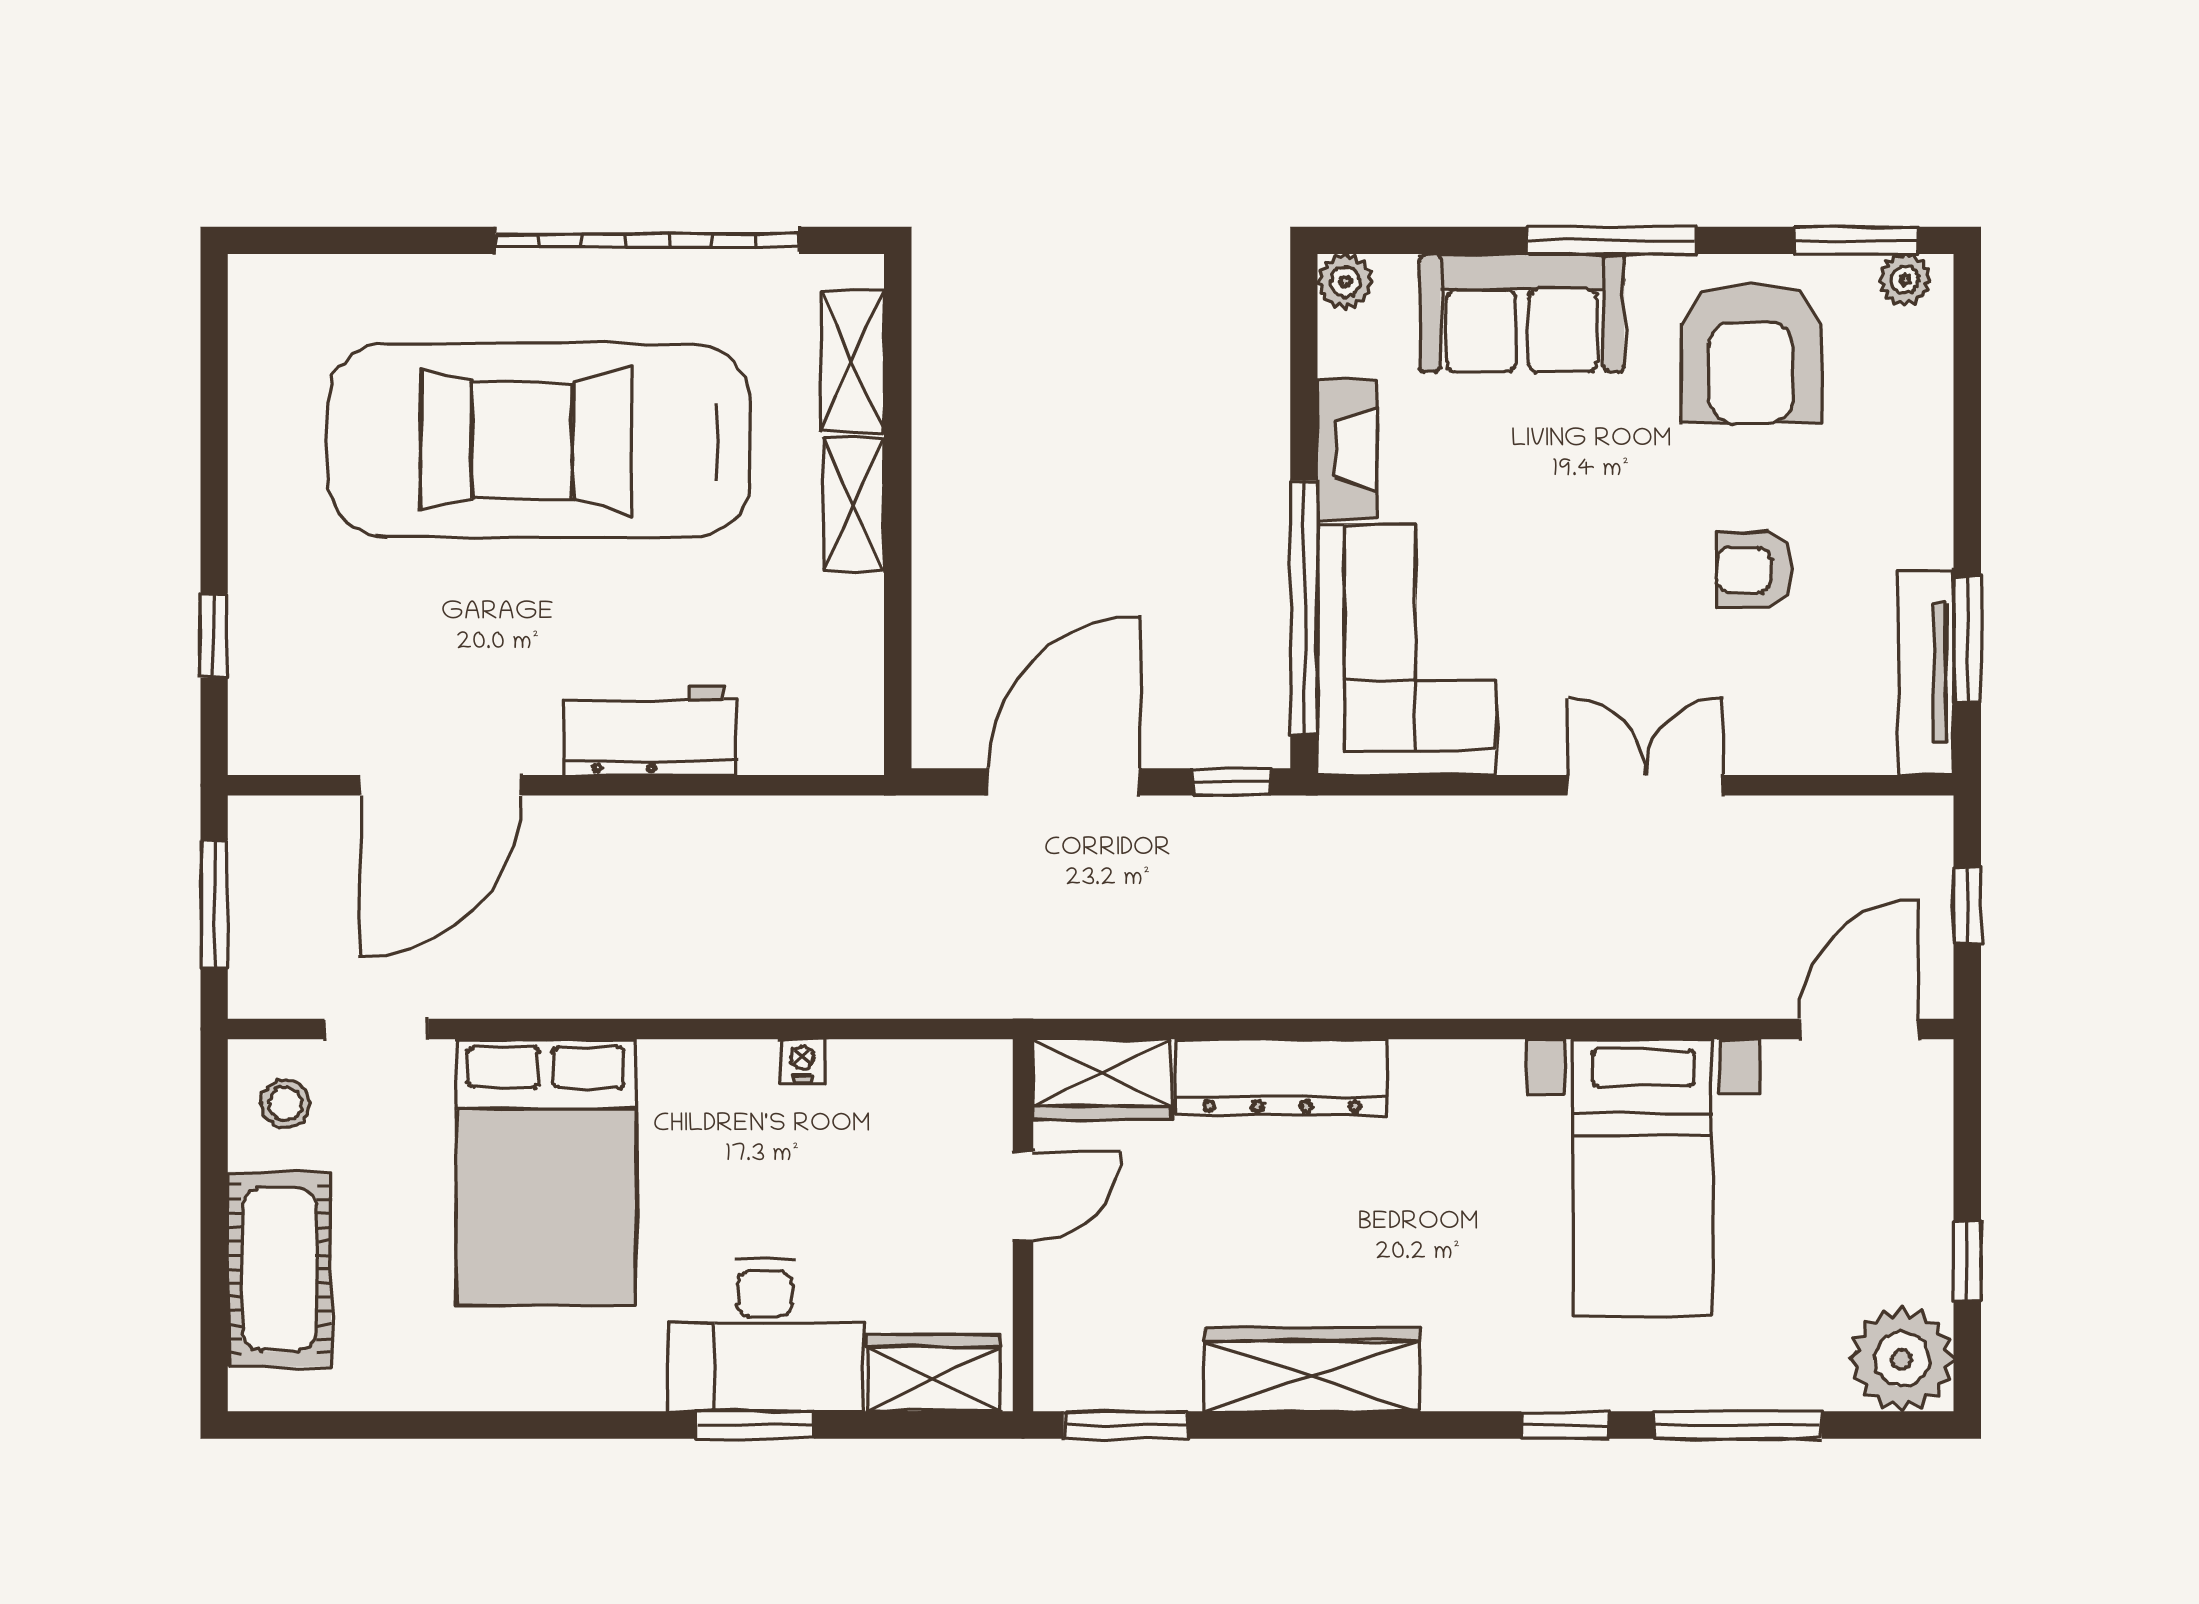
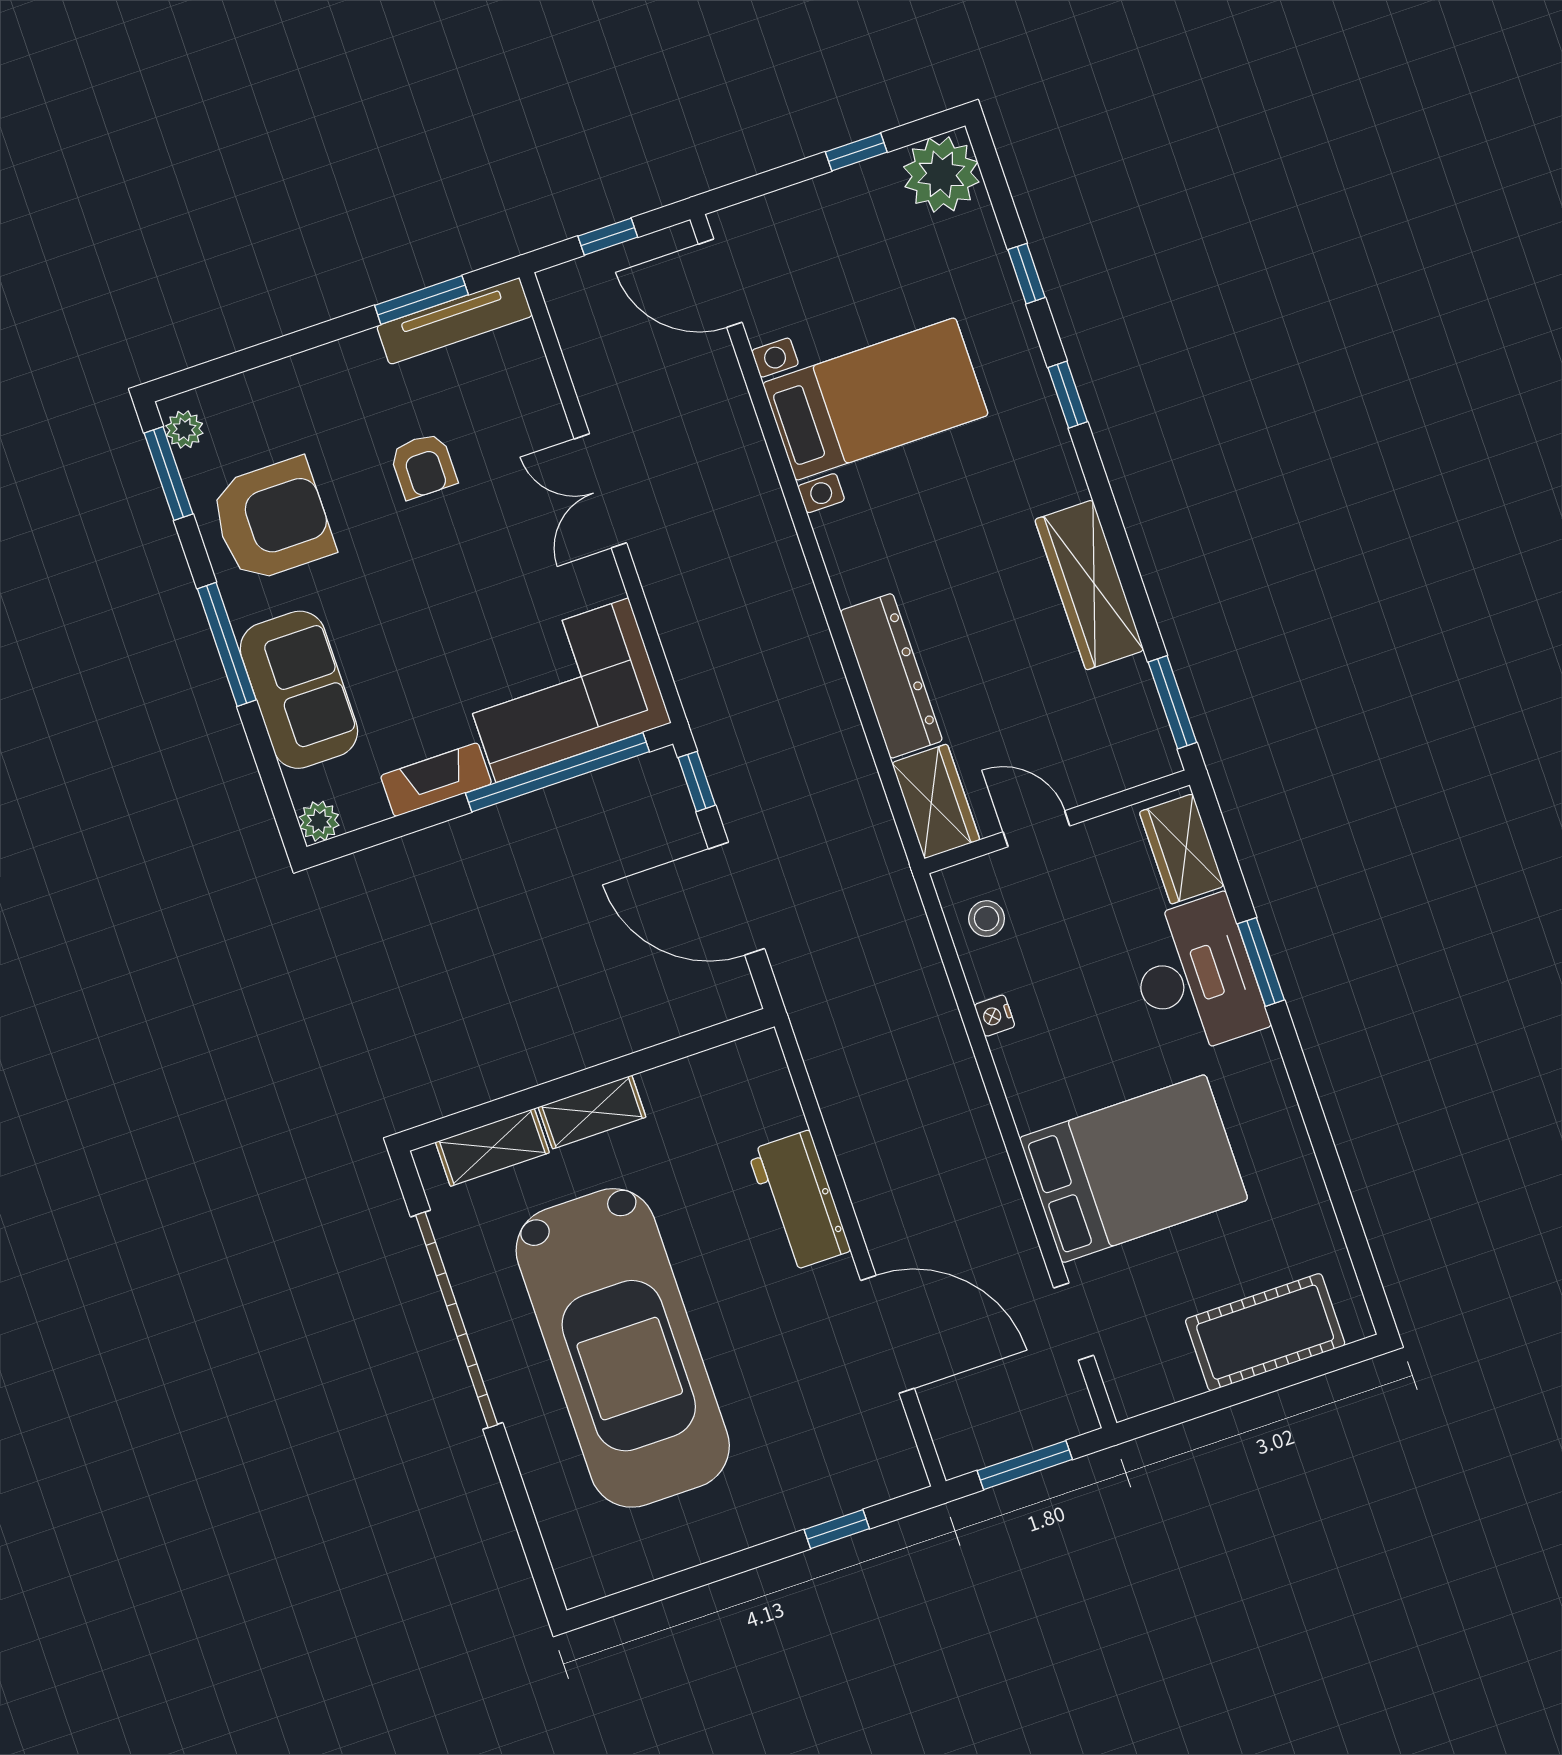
stool: (285, 1104) -> (987, 919), moved
window: (1738, 1425) -> (1026, 274), width x0.46

